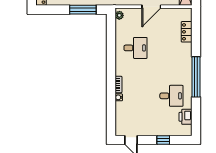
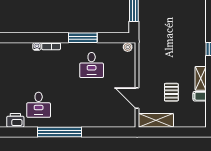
door: (151, 7) -> (137, 98), moved
locker: (187, 32) -> (109, 121), removed
window: (111, 56) -> (83, 38), added

